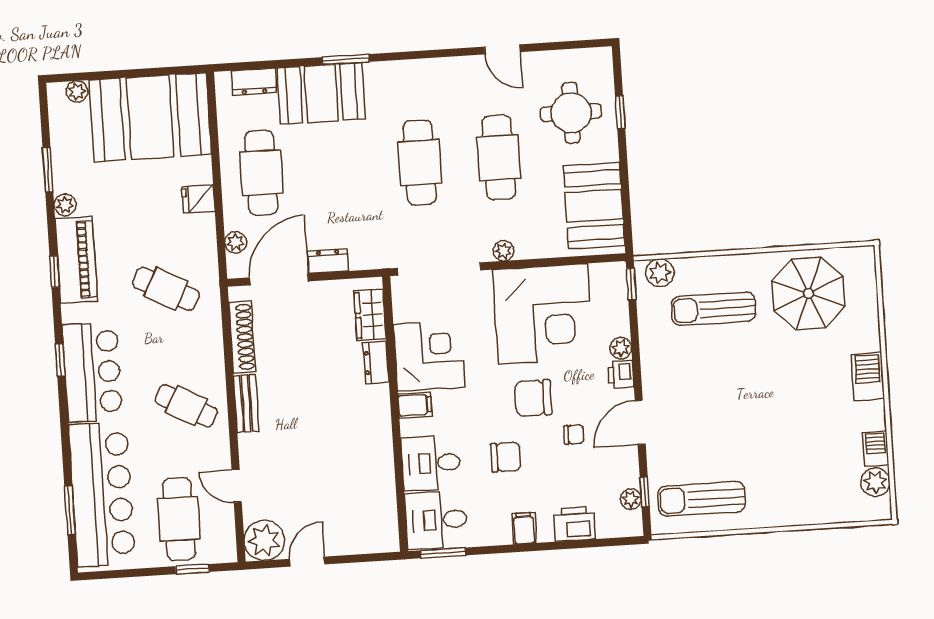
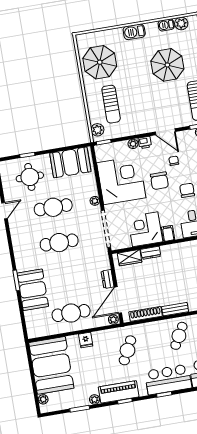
dresser: (254, 82) -> (31, 321), removed
plant: (236, 242) -> (113, 320), moved
door: (279, 279) -> (118, 300), hinge flipped
parasol: (787, 442) -> (167, 65), added

